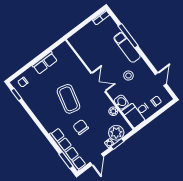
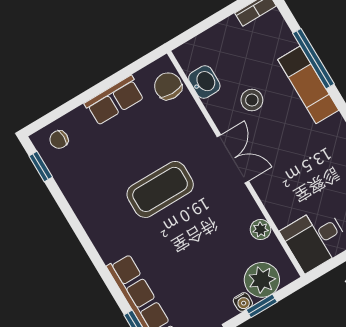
stool: (128, 76) -> (252, 100), moved
coffee table: (68, 99) -> (160, 189), turned 76
washbasin: (121, 102) -> (204, 82), moved
chair: (81, 127) -> (168, 86), moved

